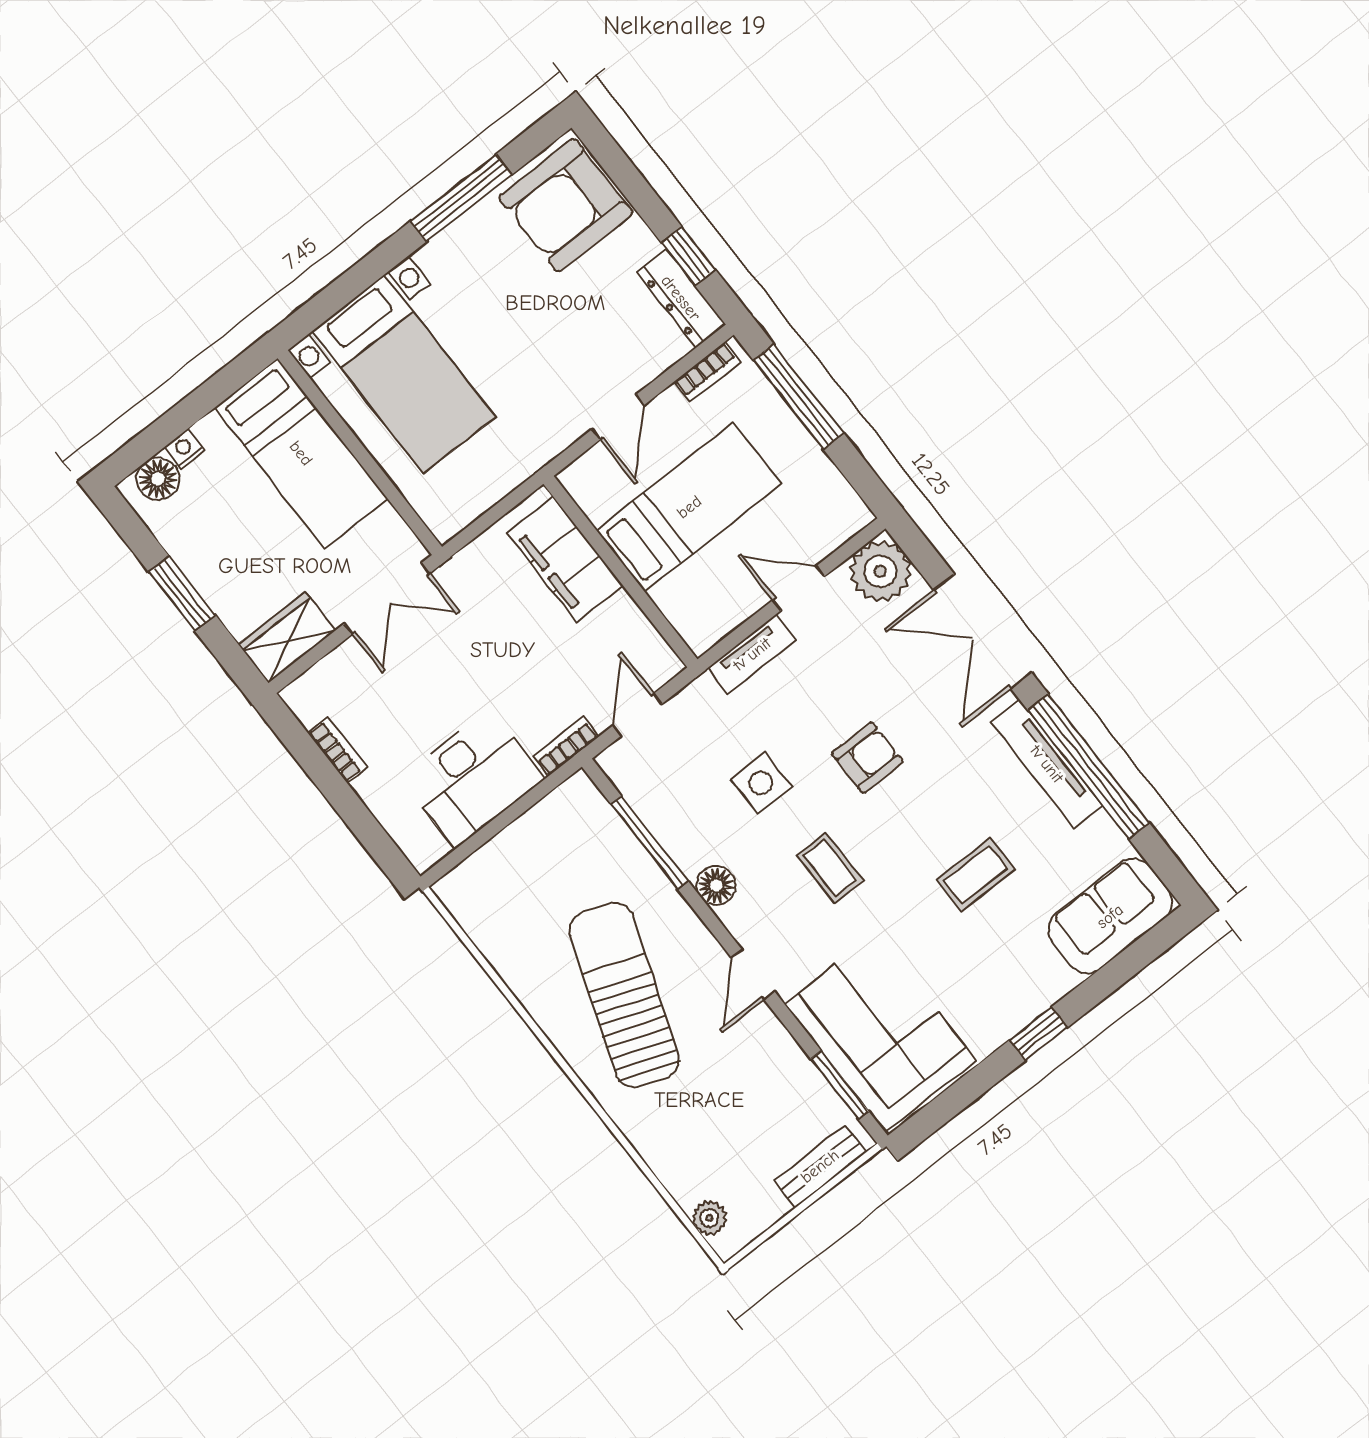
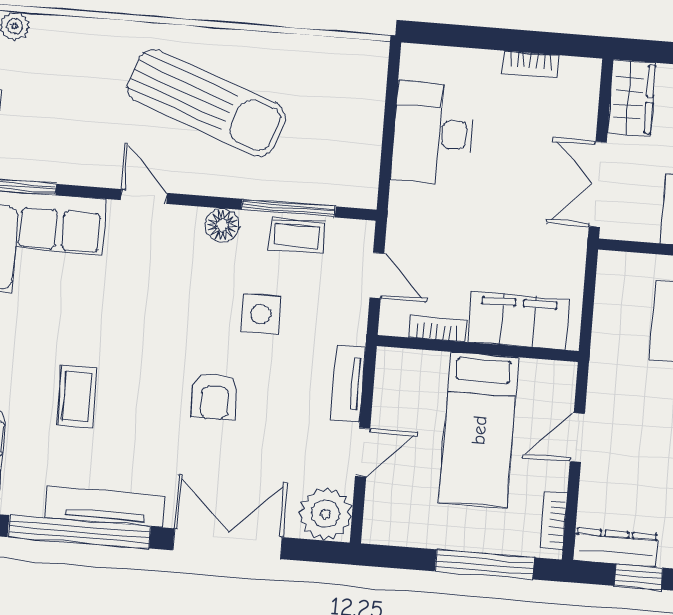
door: (618, 417) -> (577, 437), hinge flipped
bookcase: (566, 746) -> (437, 329), moved, turned -90
coffee table: (830, 868) -> (297, 236), moved

